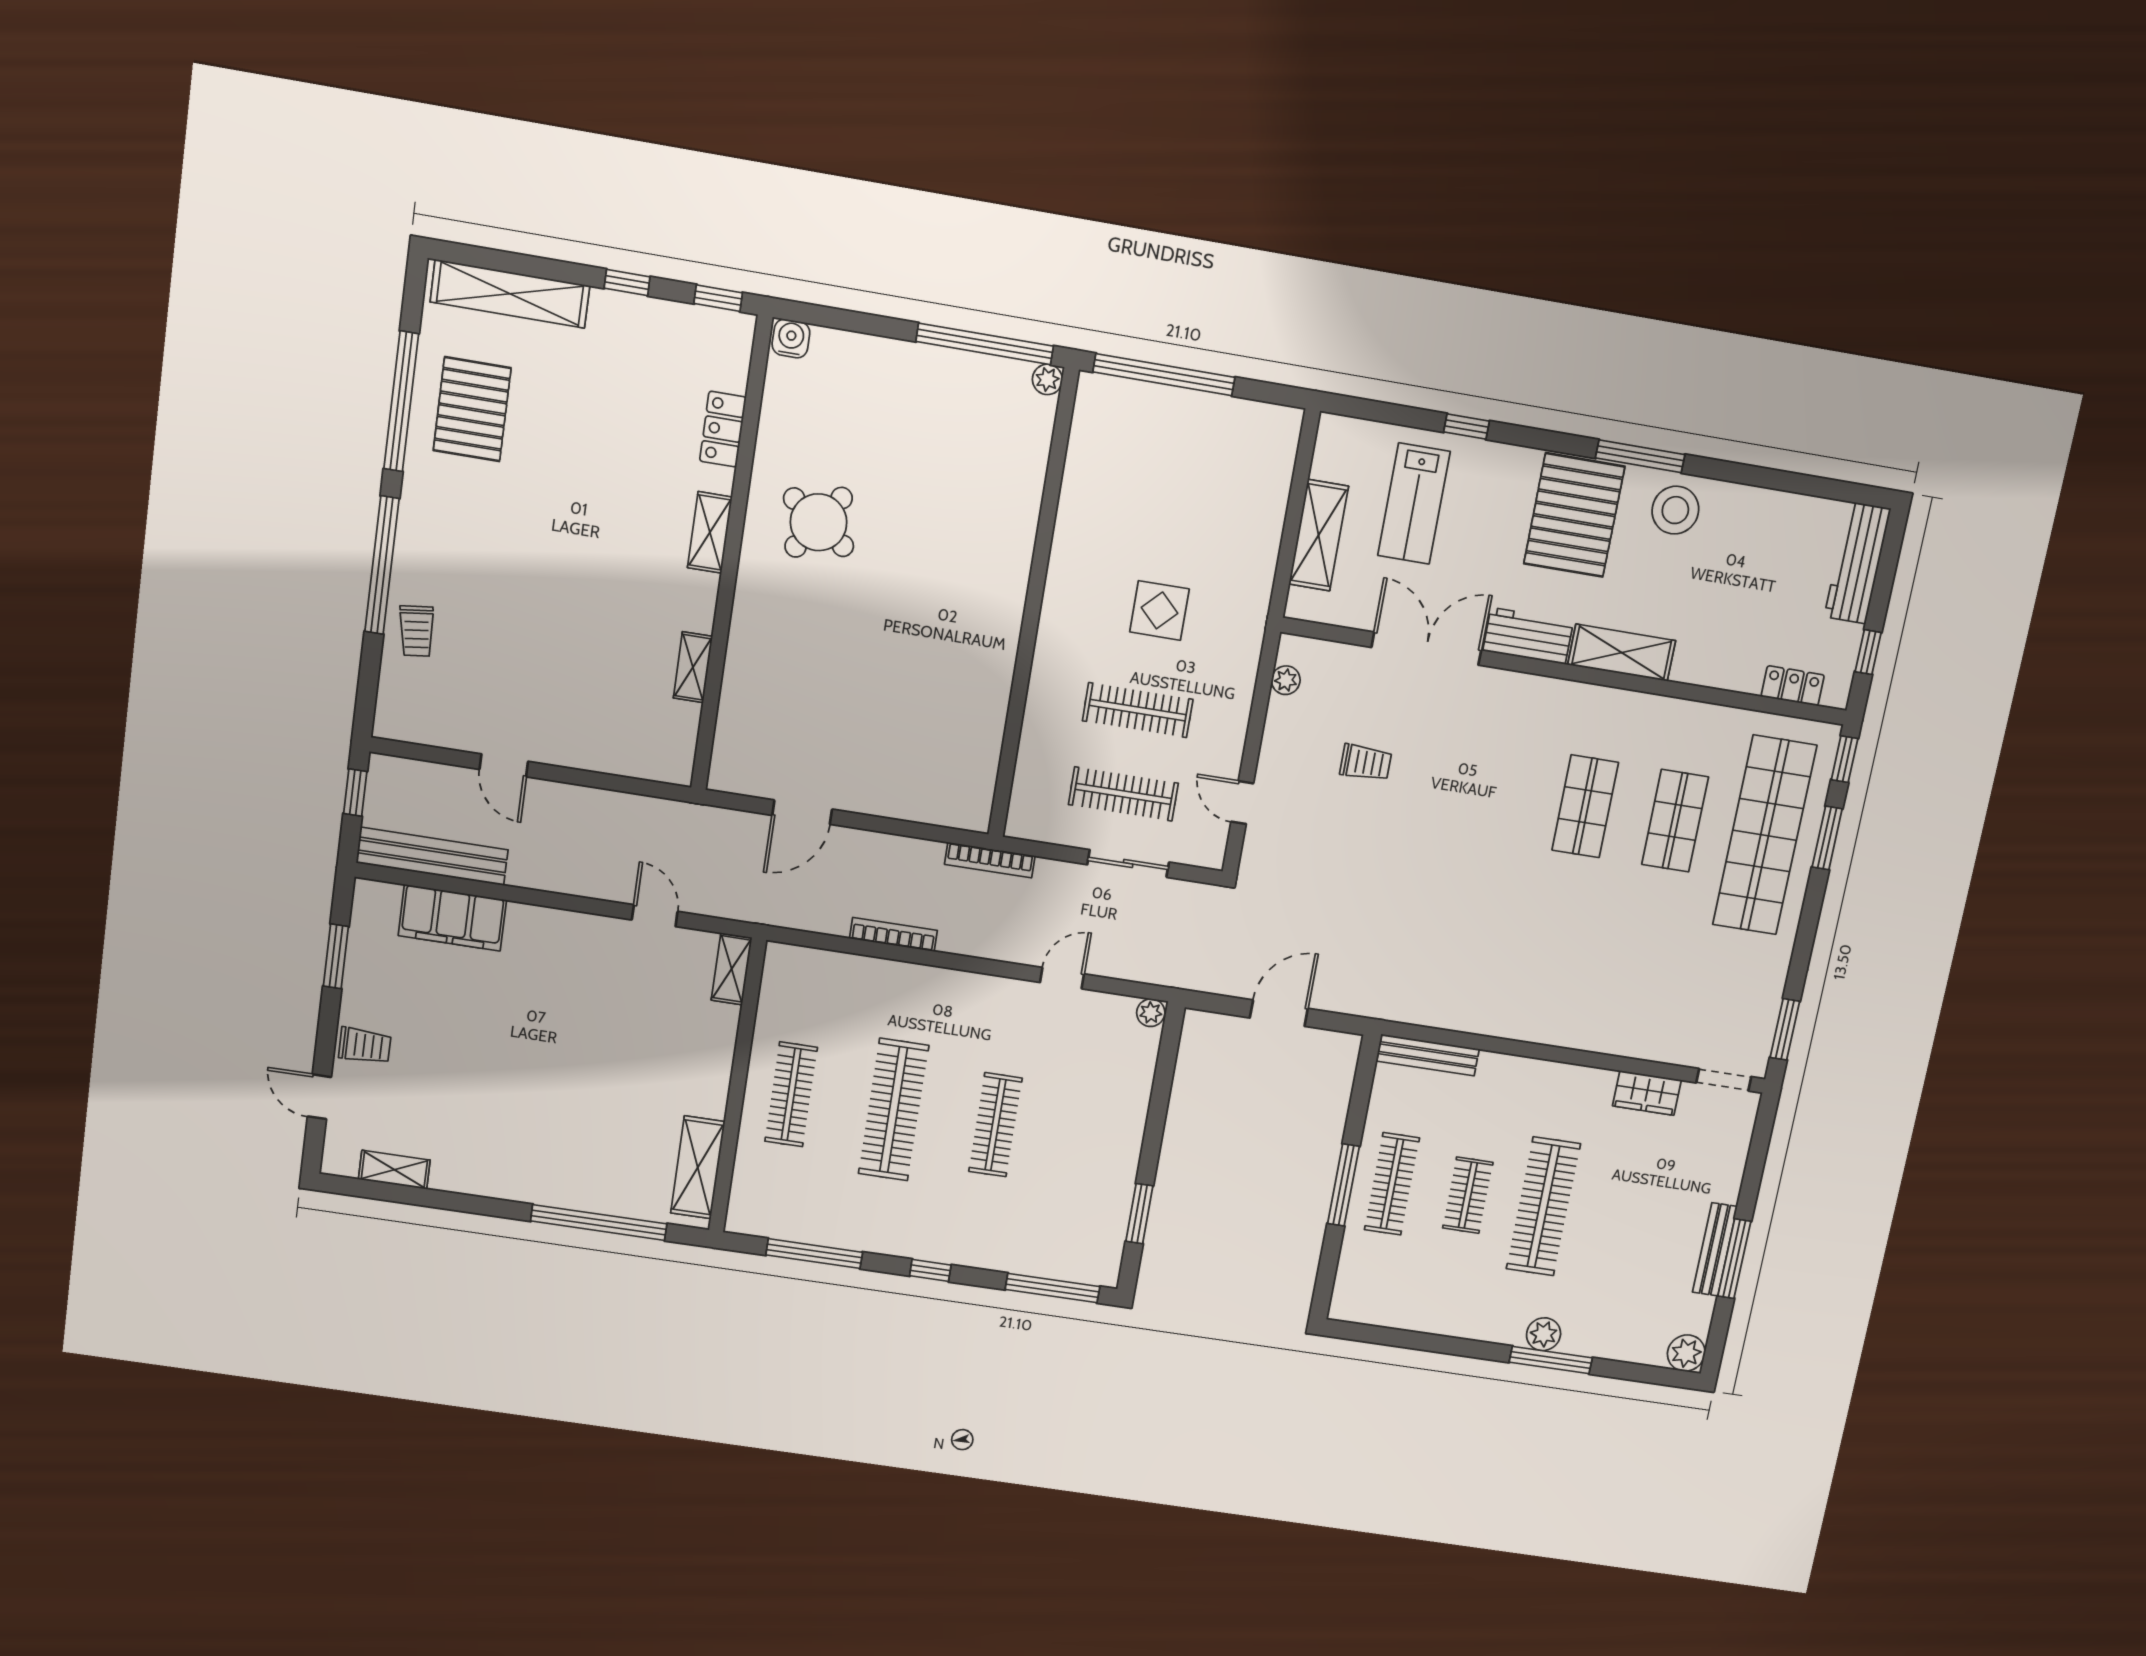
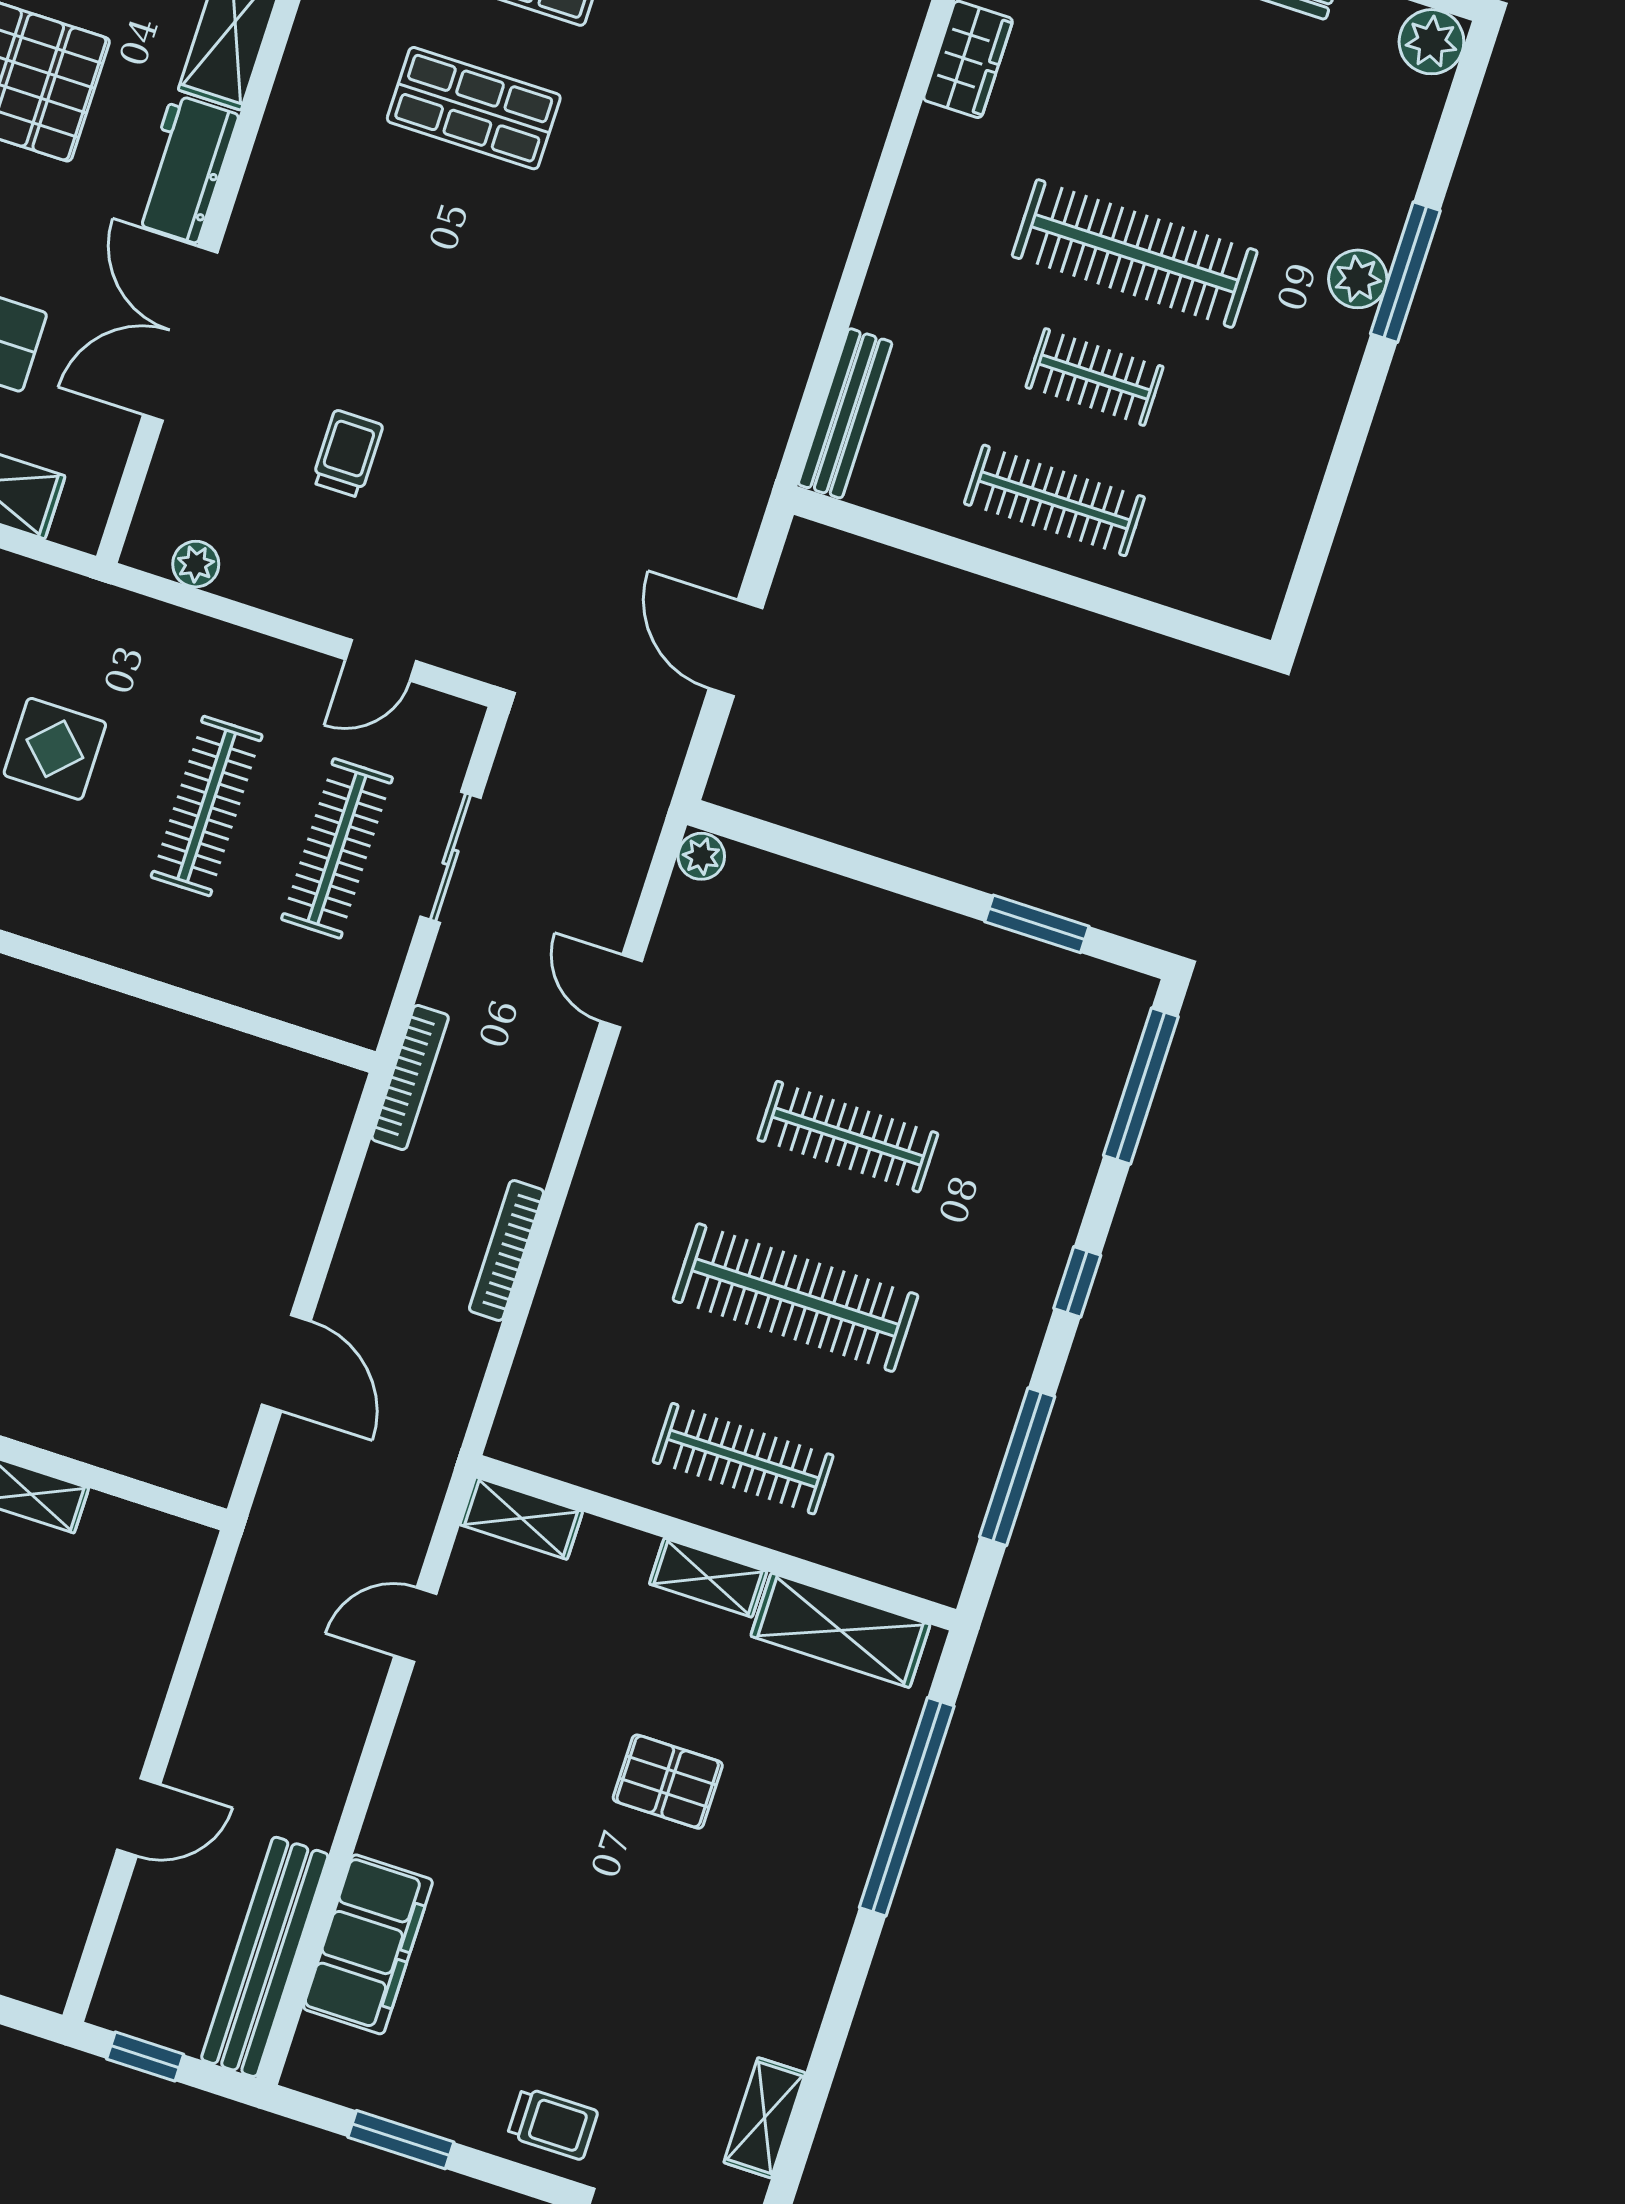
trolley: (365, 1046) -> (553, 2124), turned 90
pallet: (587, 1081) -> (668, 1782), added
shelving: (715, 1085) -> (708, 1578), added
window: (1343, 1185) -> (1043, 581), removed

